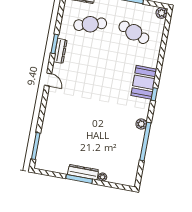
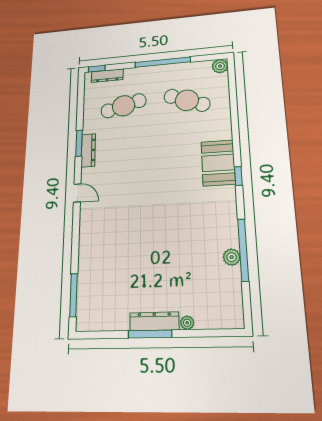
plant: (141, 124) -> (232, 257), moved

